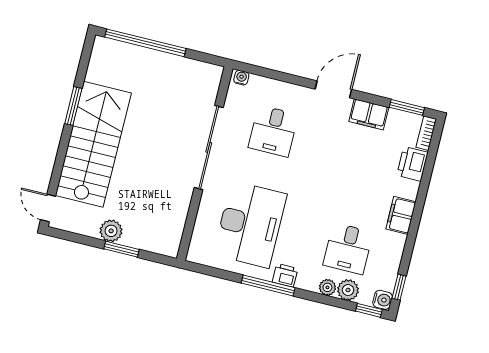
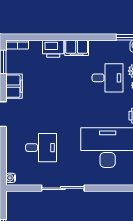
sliding door: (209, 147) -> (63, 188), width x0.73
printer: (412, 164) -> (53, 49), moved

